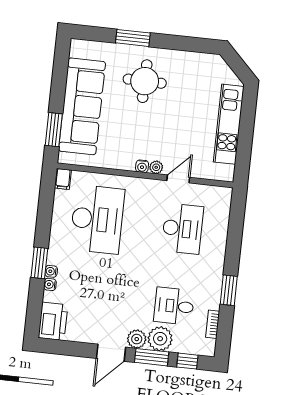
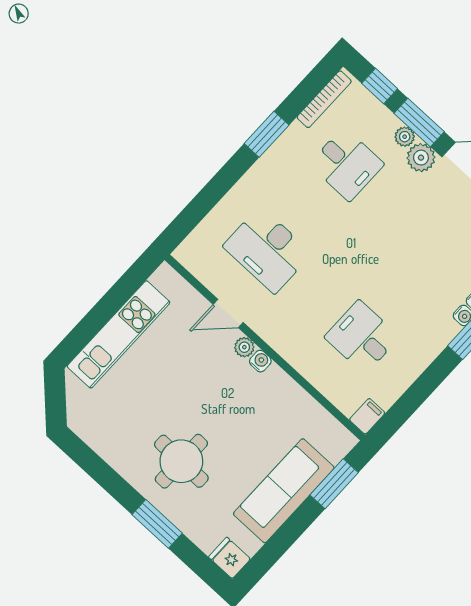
fridge: (81, 48) -> (229, 558), added
sofa: (82, 106) -> (284, 491), width x0.74, depth x0.79
desk: (97, 219) -> (362, 337), width x0.53, depth x0.77
desk: (182, 229) -> (267, 250), turned -90
bookcase: (213, 324) -> (324, 99), width x1.56
plant: (160, 339) -> (405, 137), width x0.53, depth x0.53

